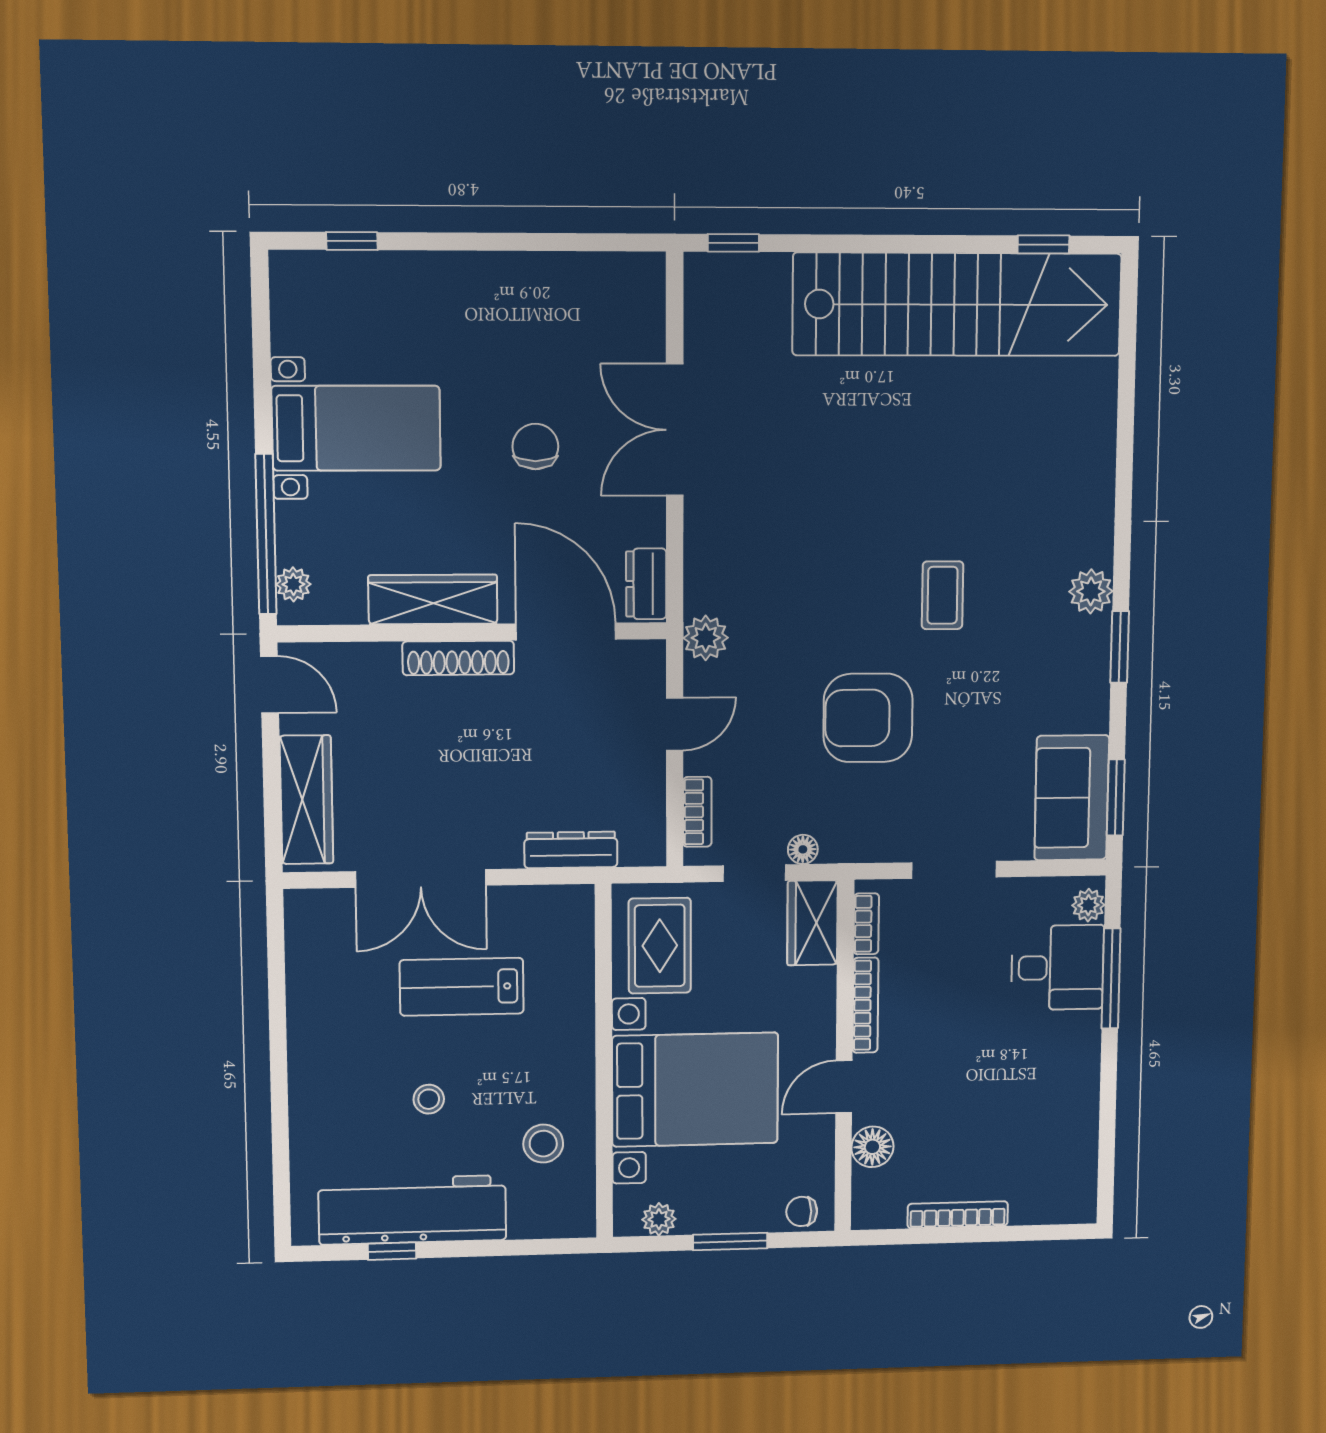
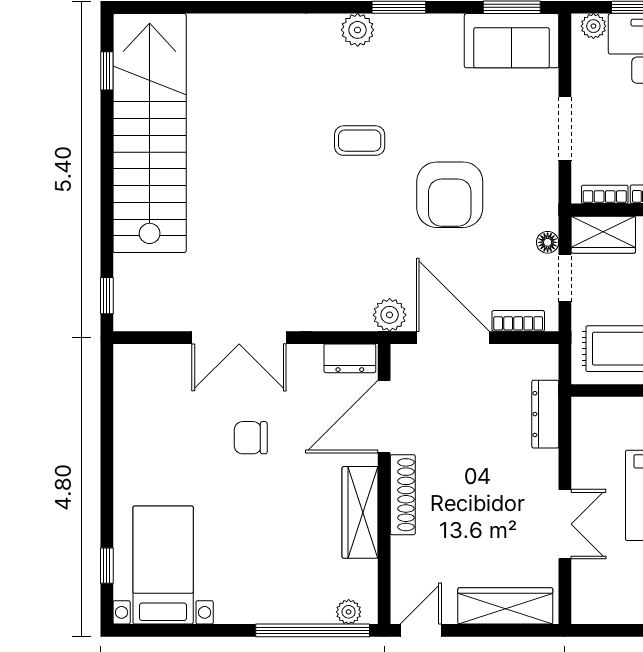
bed with nightstands: (356, 428) -> (163, 565), moved
door: (675, 724) -> (453, 338), width x1.88
double door: (421, 878) -> (565, 524), width x0.73

